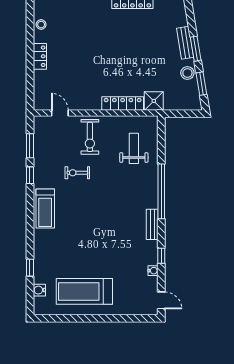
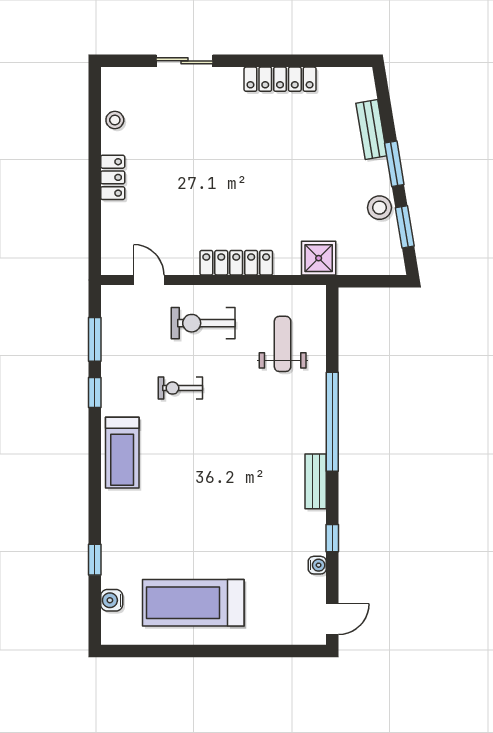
bench: (185, 43) -> (371, 129), moved
locker: (123, 103) -> (236, 263), moved
exercise bike: (90, 137) -> (203, 323), turned 90
door: (161, 300) -> (332, 619), hinge flipped

